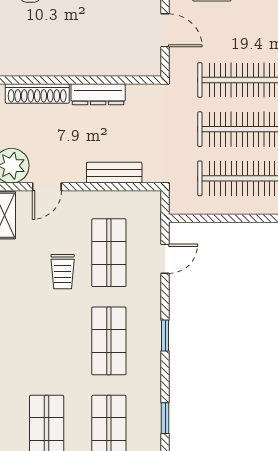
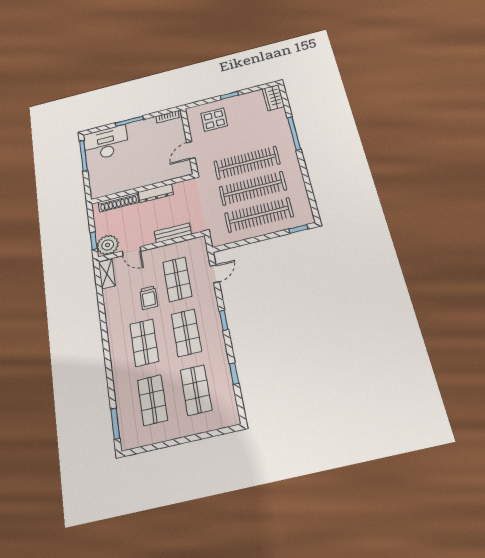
door: (165, 30) -> (191, 150), swing flipped
door: (47, 187) -> (132, 251), hinge flipped
shop shelf: (47, 341) -> (144, 343), added

